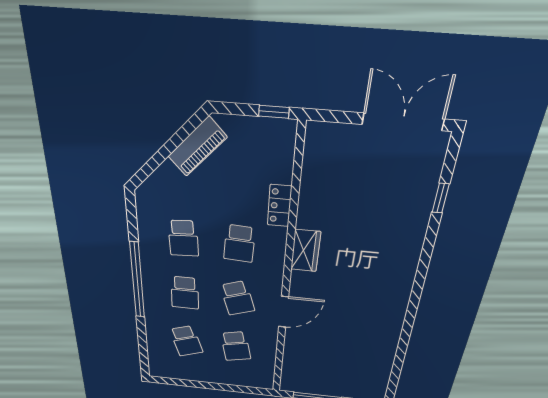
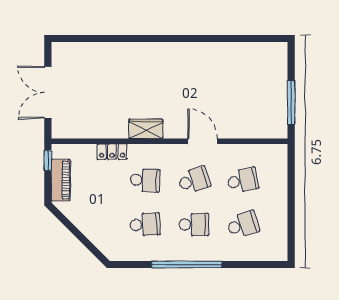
double door: (403, 122) -> (48, 93), moved
piano: (197, 147) -> (61, 180), moved, turned 45
window: (441, 198) -> (96, 39), removed

